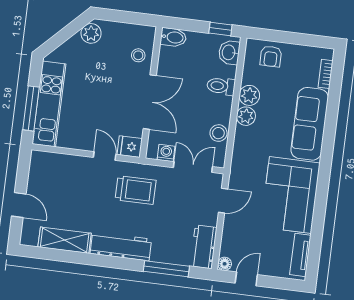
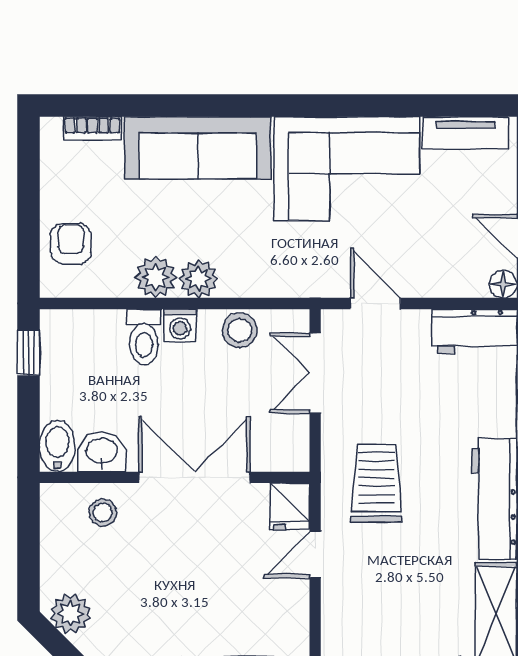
washbasin: (229, 52) -> (102, 452), moved, turned 180
armchair: (271, 56) -> (71, 244), turned -90
washing machine: (166, 153) -> (180, 325), moved, turned -90

